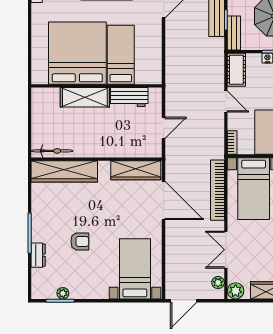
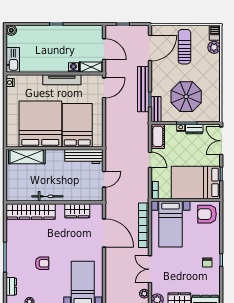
bed: (121, 55) -> (77, 125), width x1.50
shelving: (85, 97) -> (27, 157), moved
workbench: (129, 97) -> (84, 157), width x1.38
bicycle: (52, 151) -> (47, 196), moved
wardrobe: (136, 170) -> (77, 211), width x0.67
dresser: (38, 255) -> (11, 286), moved

